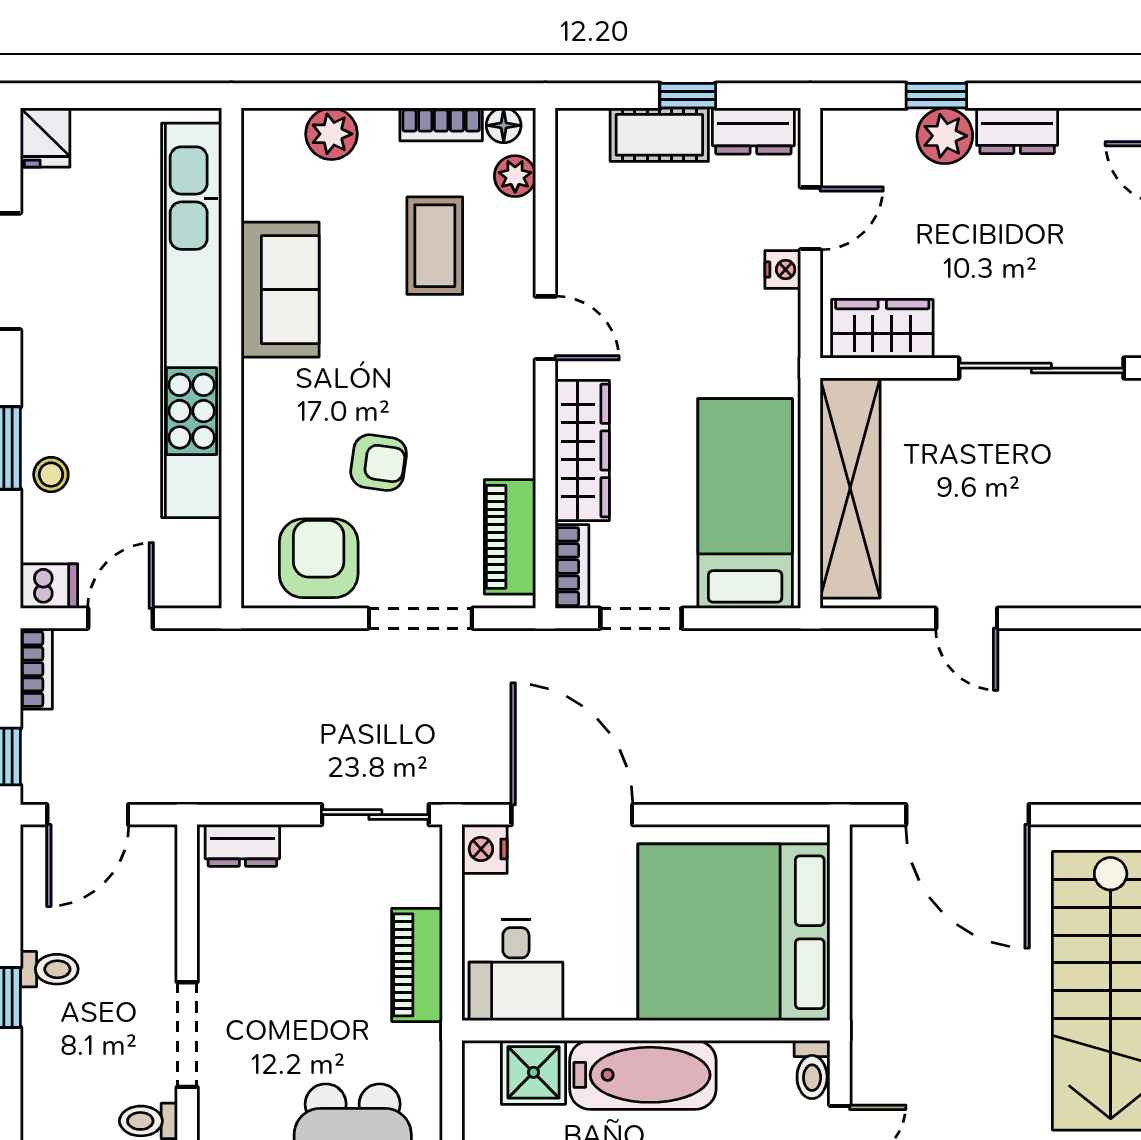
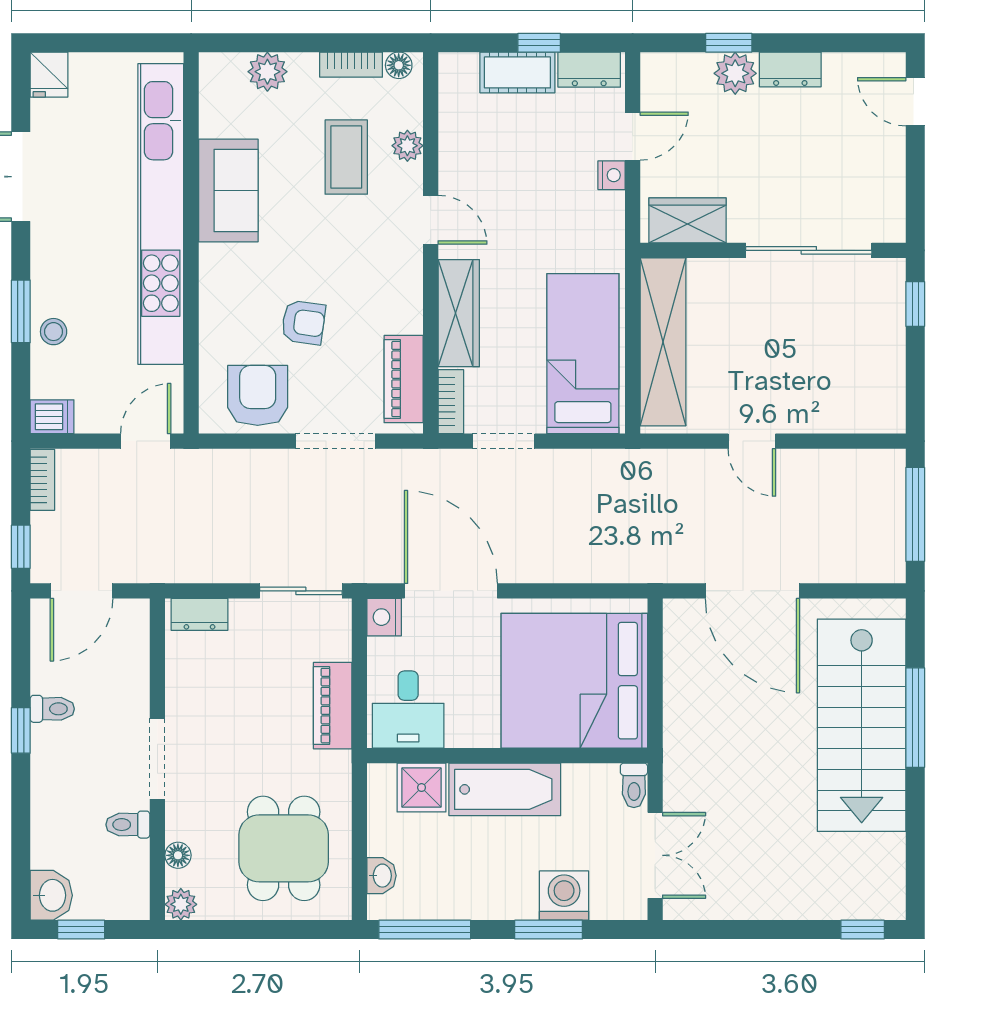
plant: (515, 176) -> (407, 146), moved
door: (121, 618) -> (146, 441), moved

